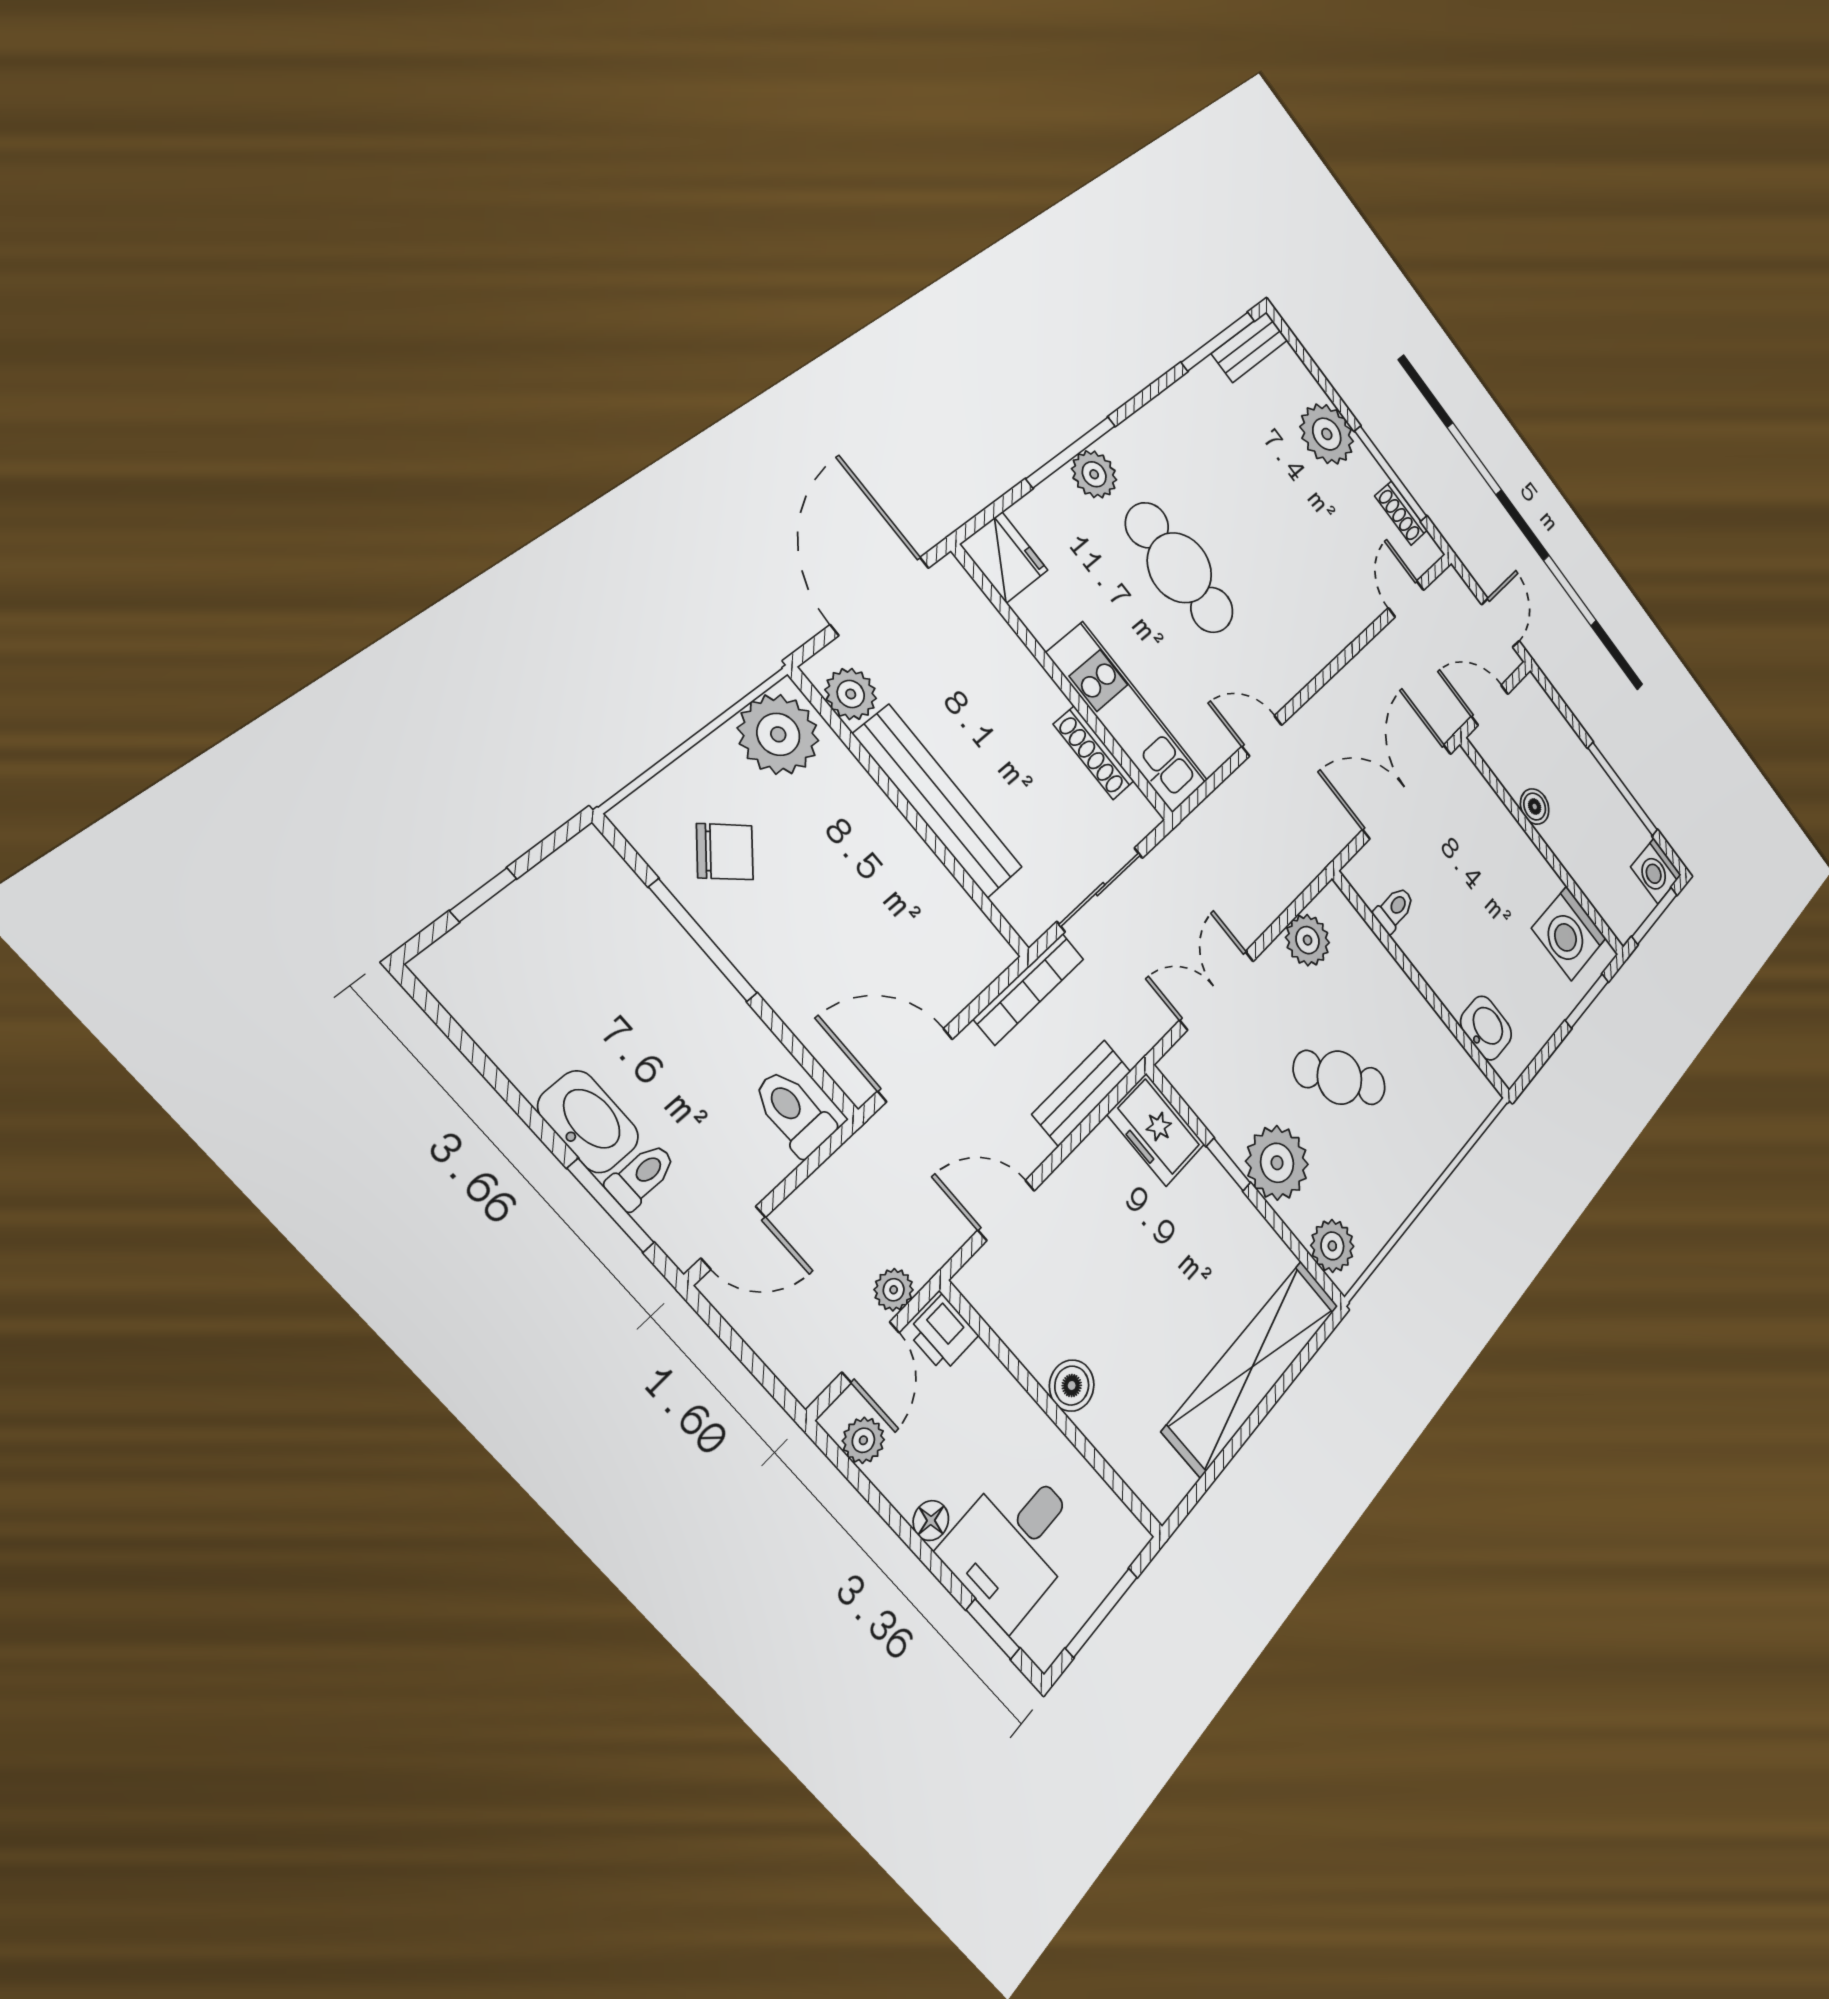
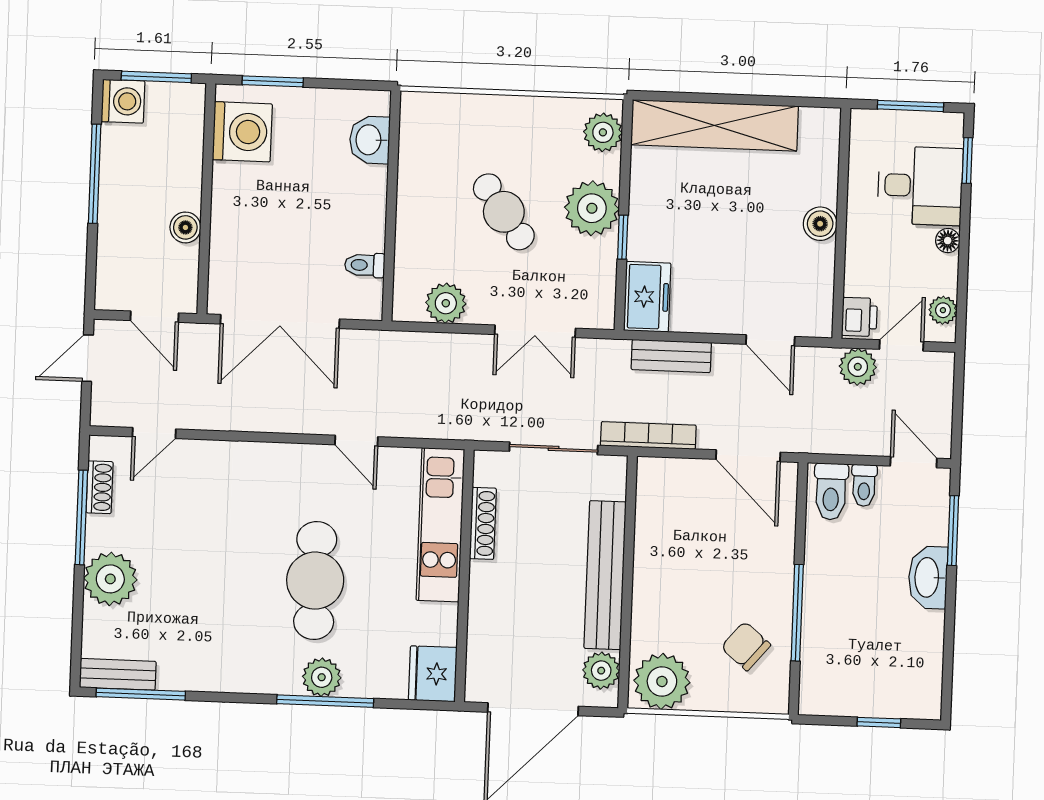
toilet: (641, 1176) -> (864, 485), moved, turned -90
plant: (894, 1290) -> (858, 367), width x1.38, depth x1.38

